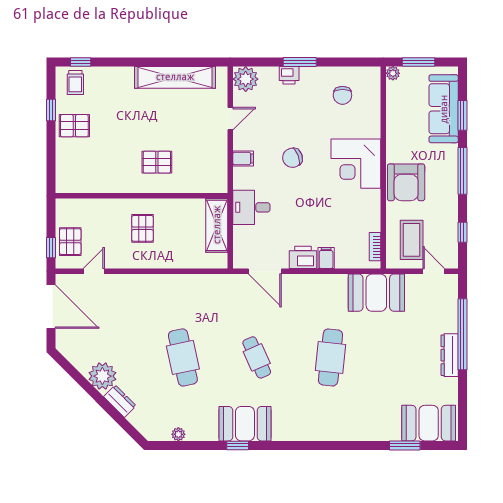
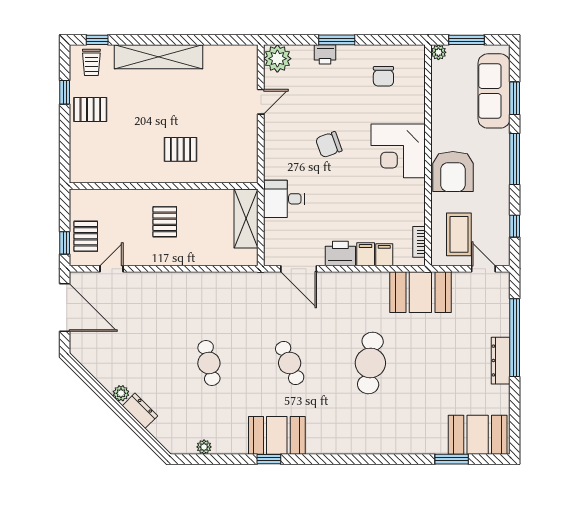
shelving: (175, 77) -> (158, 57), moved
filing cabinet: (243, 158) -> (384, 255), moved, turned -90
cafe table: (183, 357) -> (209, 363), width x0.73, depth x0.74
plant: (102, 376) -> (121, 393), width x0.53, depth x0.53

